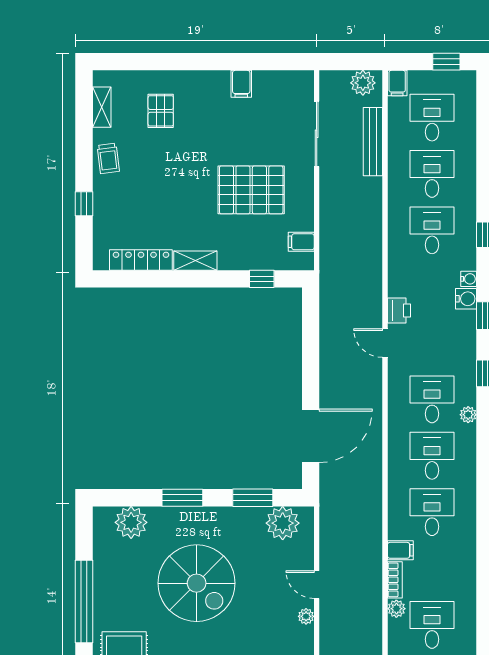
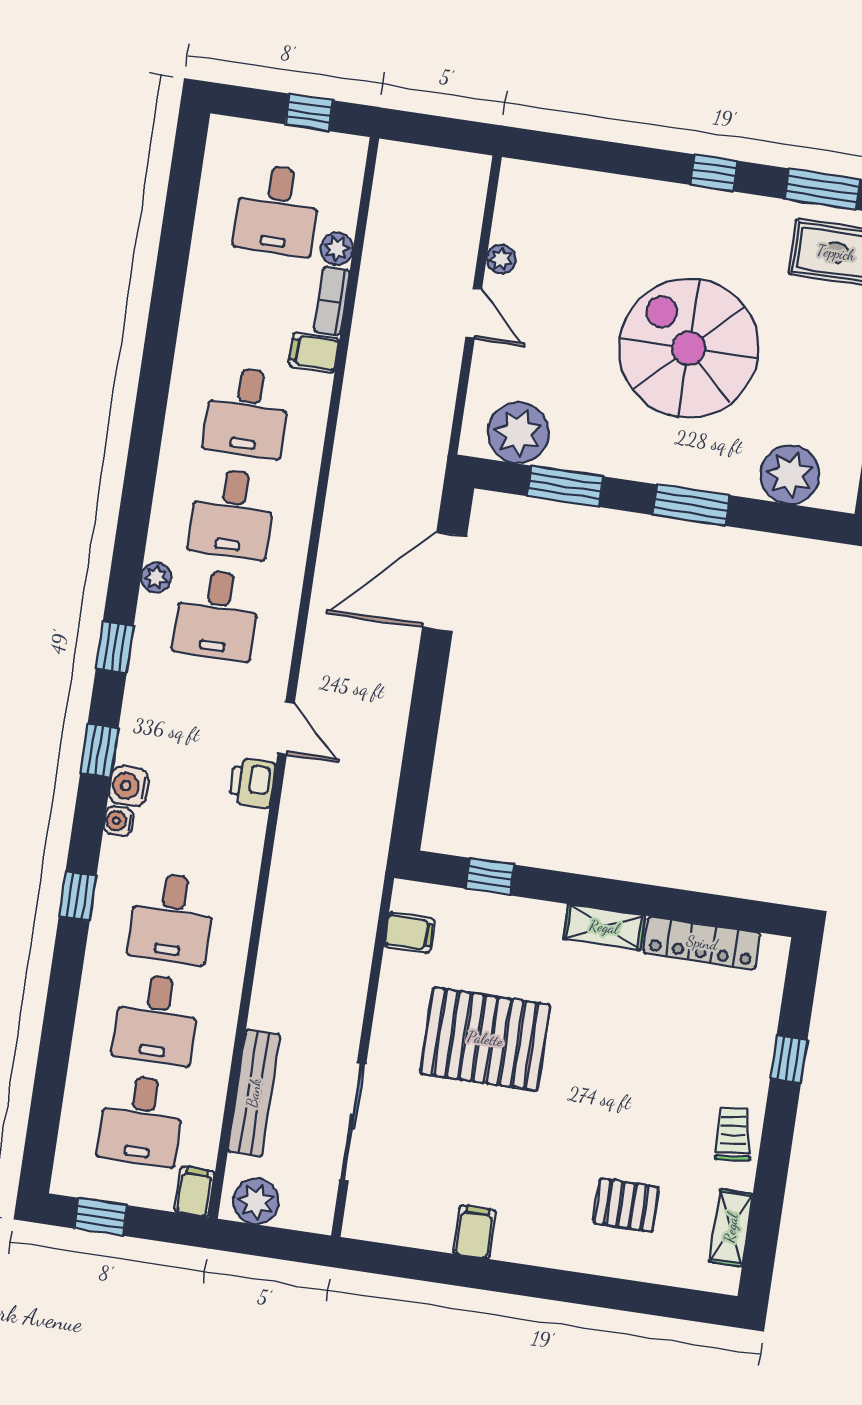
pallet: (161, 111) -> (626, 1205), turned 90

